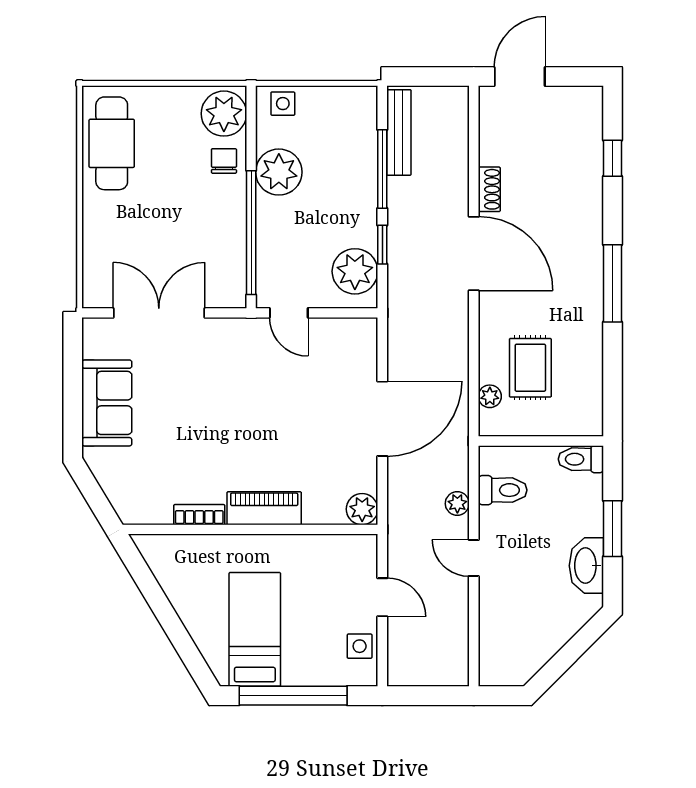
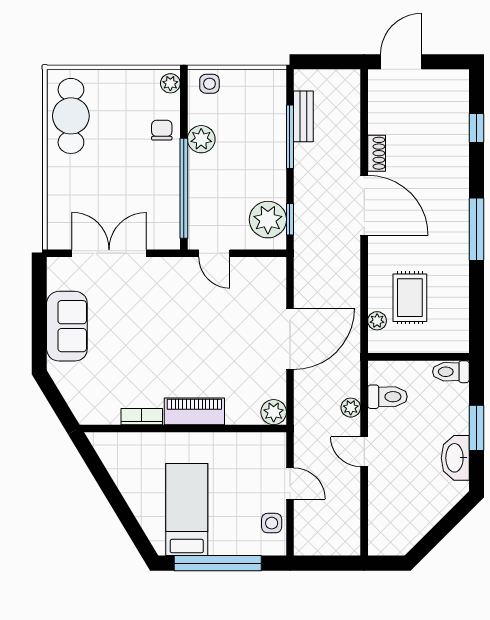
plant: (224, 114) -> (170, 83), width x0.53, depth x0.53
bench: (399, 132) -> (303, 116), width x0.73
plant: (279, 172) -> (201, 139), width x0.73, depth x0.73
window: (382, 245) -> (290, 219), moved

